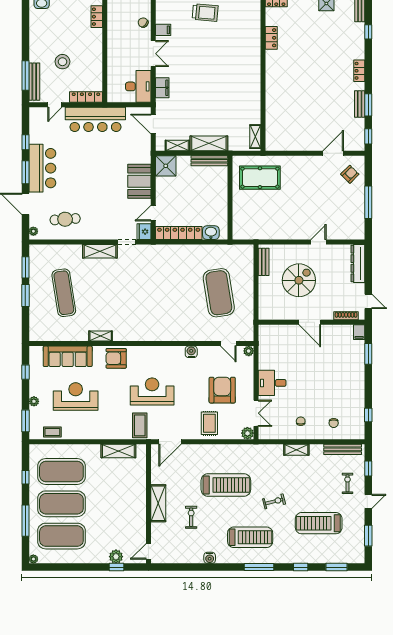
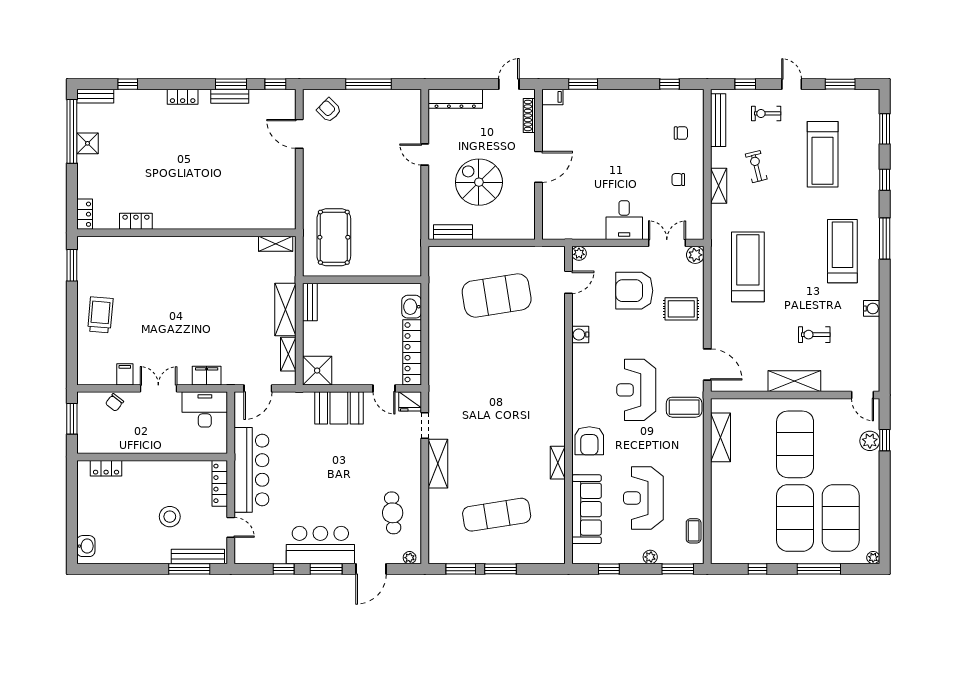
bench: (209, 161) -> (310, 302), width x0.73
exercise mat: (61, 471) -> (795, 444), moved
treadmill: (226, 485) -> (748, 267), moved
exercise bike: (274, 501) -> (756, 167), moved

